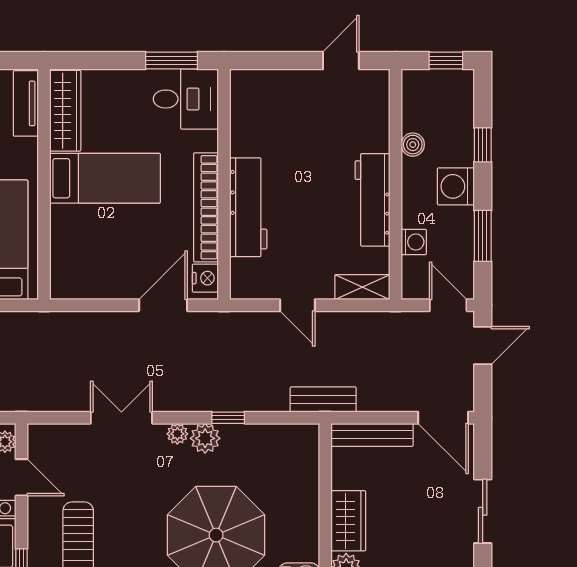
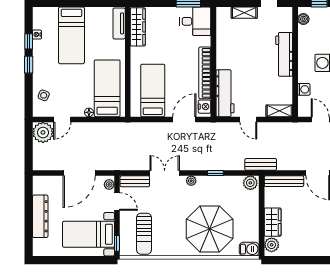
shelving: (289, 81) -> (244, 13), added
boiler: (413, 145) -> (303, 19), moved
bed: (105, 178) -> (153, 90), moved, turned -90
workbench: (373, 200) -> (284, 54), moved
workbench: (248, 207) -> (225, 93), moved
bench: (59, 435) -> (135, 181), added
plant: (205, 438) -> (250, 183), moved

